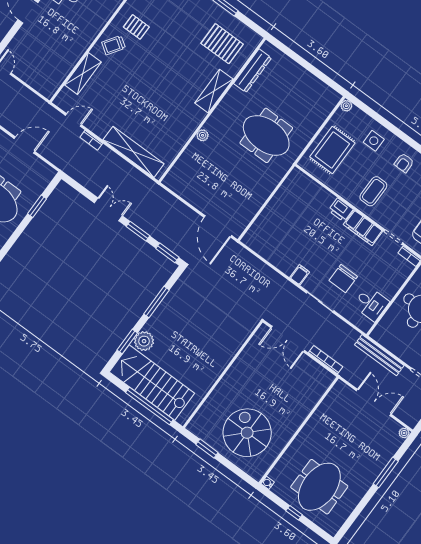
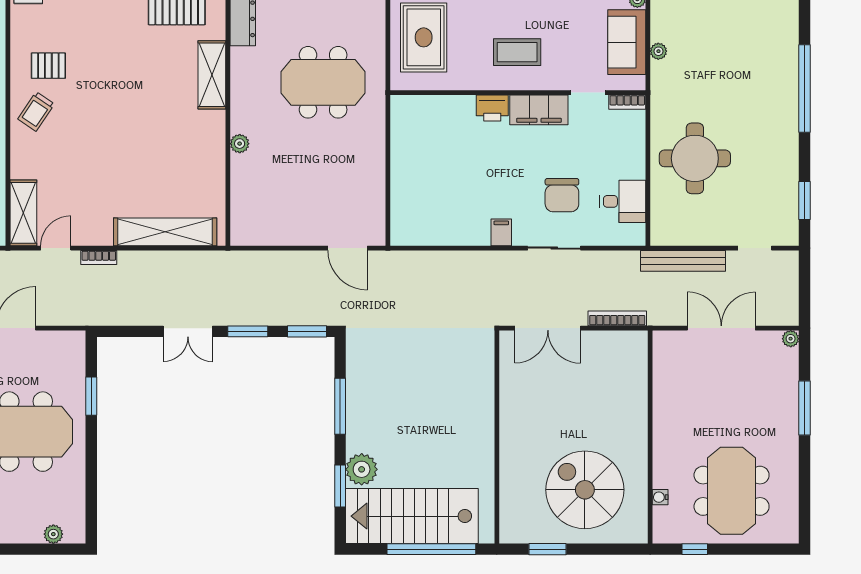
shelving: (83, 73) -> (23, 213), moved
coffee table: (373, 191) -> (517, 52), turned 90
double door: (108, 209) -> (188, 331), swing flipped
door: (218, 226) -> (348, 248), width x0.73
water cooler: (268, 483) -> (660, 497), moved
window: (294, 513) -> (695, 549), moved

